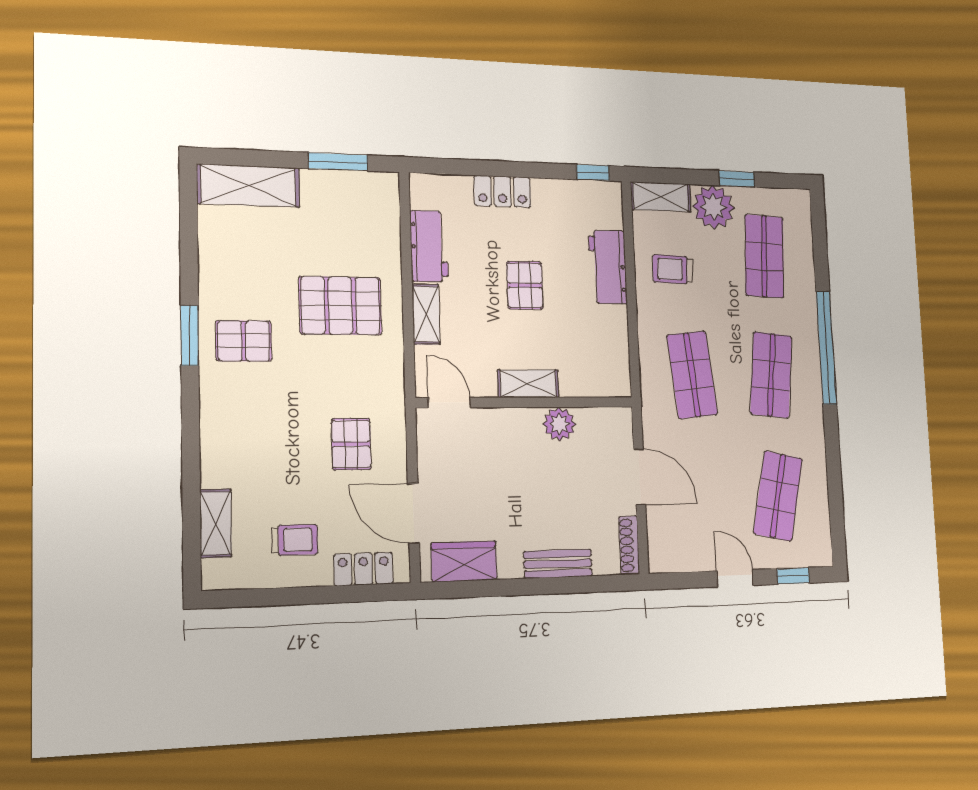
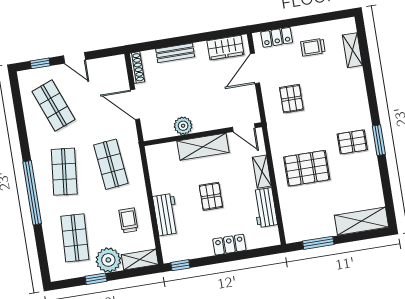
trolley: (673, 269) -> (128, 220), turned -92
shelving: (528, 384) -> (203, 147), width x1.50, depth x1.33
shop shelf: (778, 496) -> (53, 106), turned -33
door: (413, 513) -> (255, 68), swing flipped

